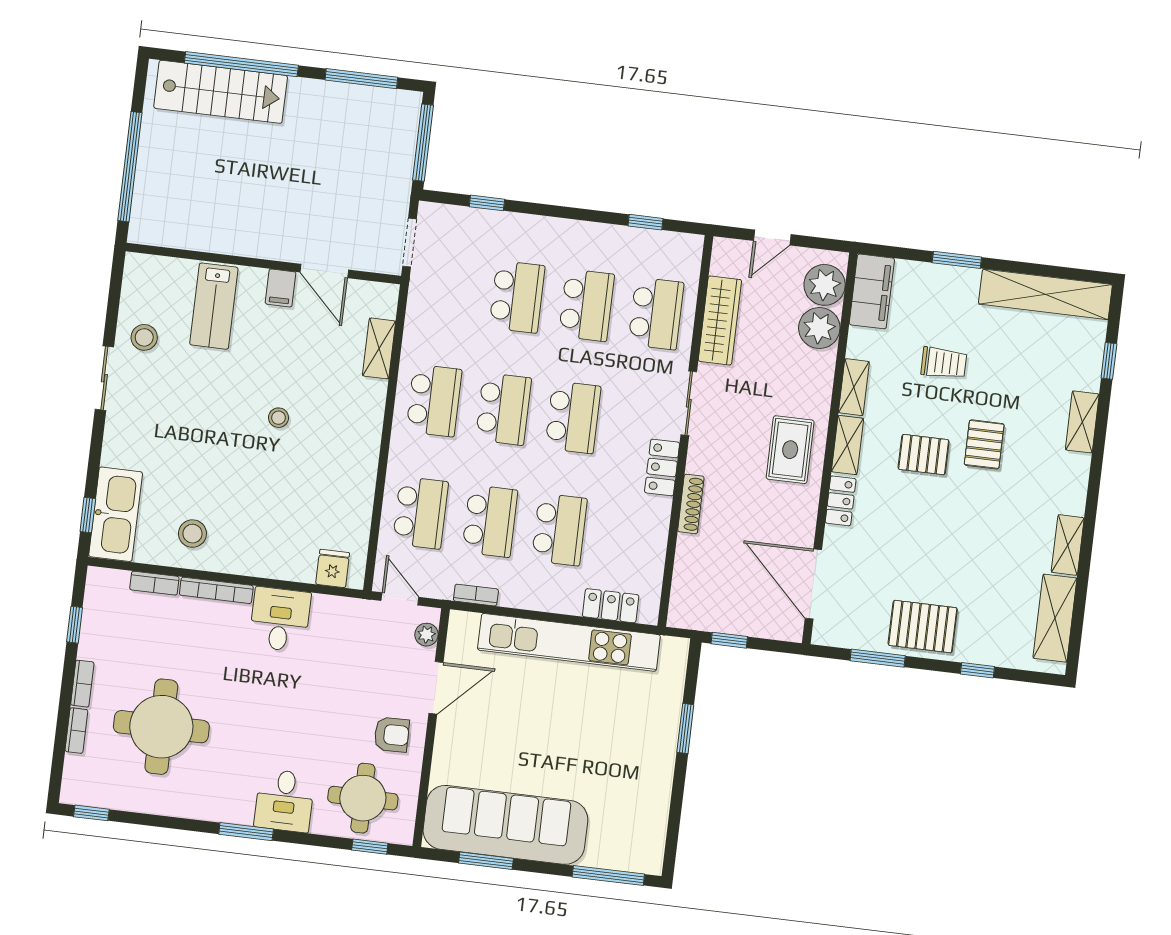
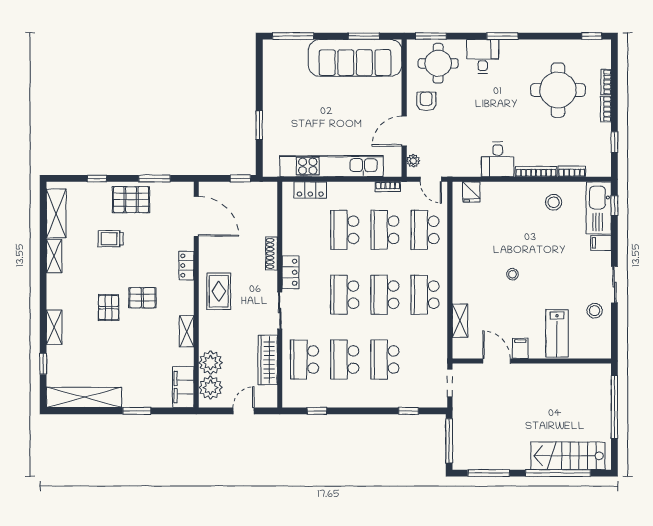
lab bench: (214, 306) -> (557, 333), turned 180
trolley: (944, 363) -> (111, 239), moved
shelving: (847, 445) -> (186, 298), removed
filing cabinet: (119, 453) -> (601, 243), added
armchair: (392, 735) -> (426, 101), turned 91
window: (370, 847) -> (431, 36), width x1.50

